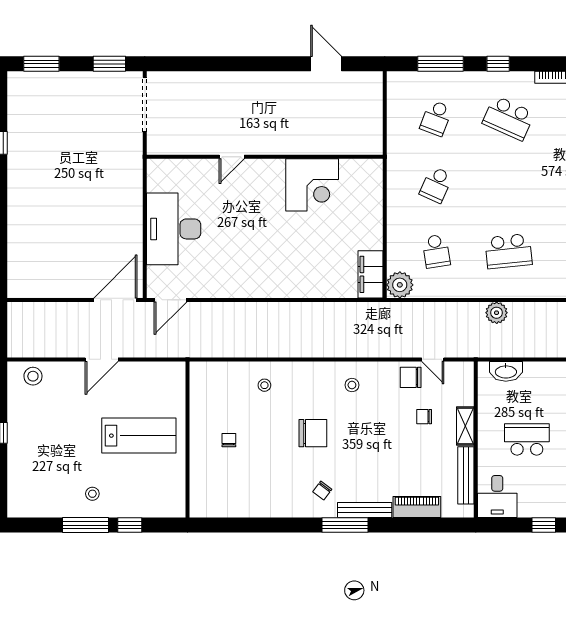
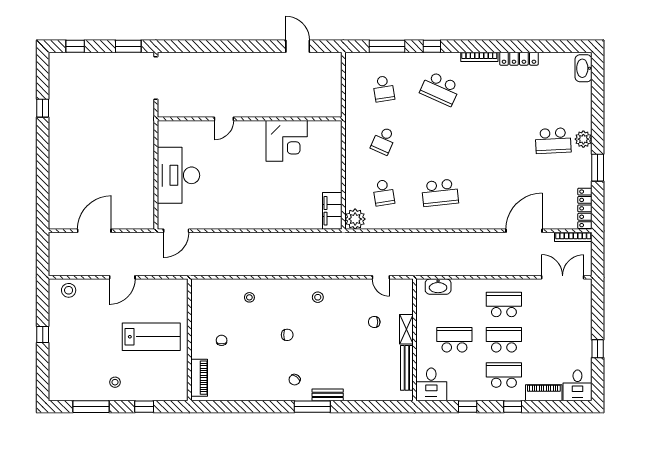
window: (41, 64) -> (75, 46), width x0.67
school desk: (436, 118) -> (384, 89), turned -30
door: (115, 300) -> (94, 231), moved
plant: (497, 313) -> (431, 241), removed
chair: (411, 377) -> (364, 291), removed
chair: (313, 433) -> (287, 335), width x0.54, depth x0.54
piano: (417, 507) -> (199, 378), moved, turned 90
bench: (365, 510) -> (328, 395), width x0.73
window: (85, 525) -> (91, 407), moved

